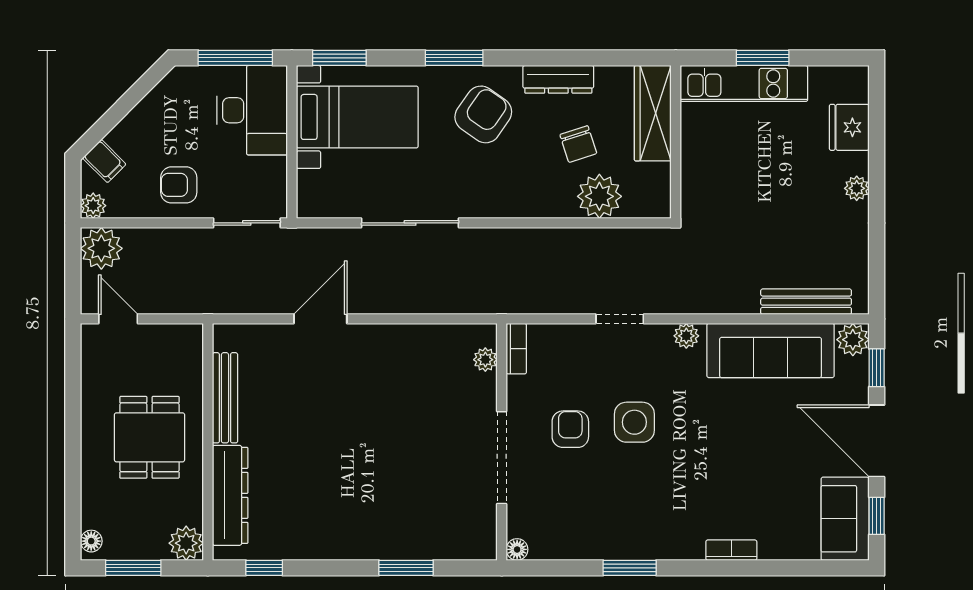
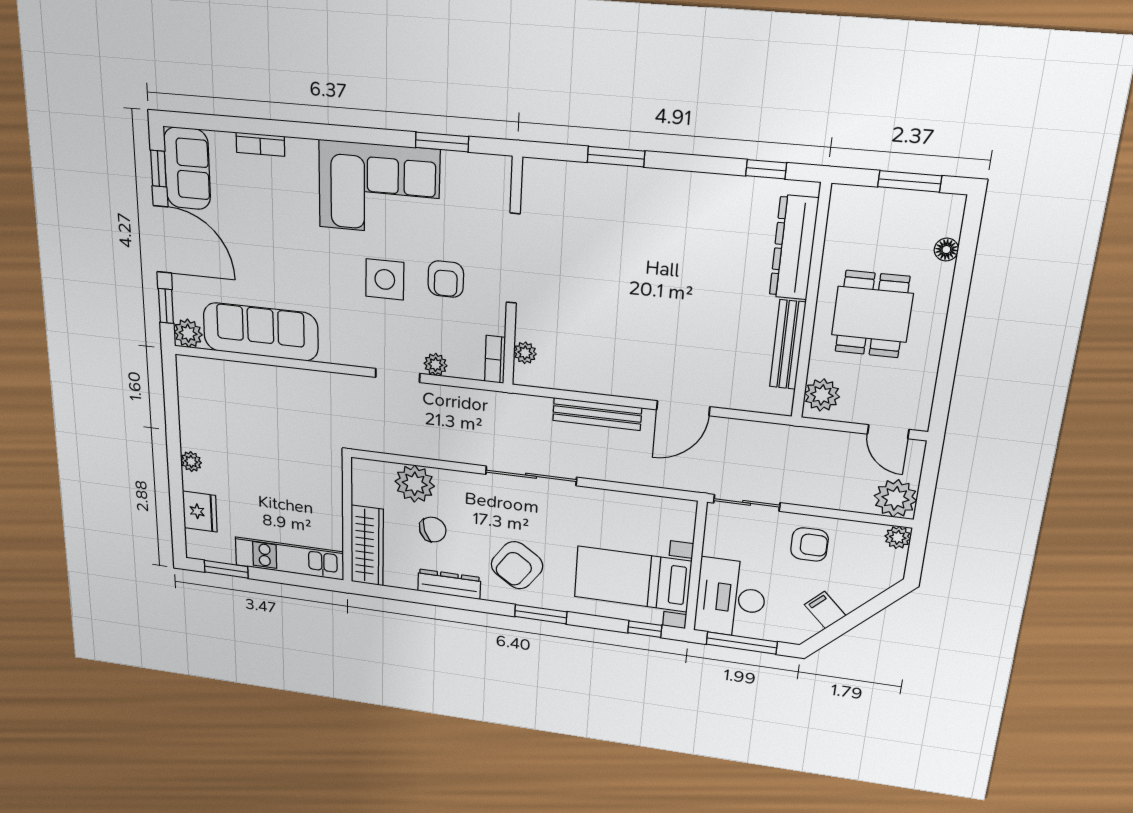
window: (339, 58) -> (645, 629), width x0.67
window: (763, 58) -> (226, 569), moved
chair: (578, 144) -> (433, 530), turned 89
filing cabinet: (104, 161) -> (825, 610), moved
sliding door: (410, 223) -> (531, 476), moved
bench: (806, 302) -> (597, 414), moved
plant: (686, 336) -> (436, 364), moved
corner sofa: (641, 516) -> (379, 189), added
floor lamp: (91, 541) -> (946, 250), moved
plant: (186, 543) -> (822, 395), moved
floor lamp: (517, 549) -> (502, 166), removed
bookcase: (731, 550) -> (260, 144), moved
window: (630, 568) -> (442, 142), moved

